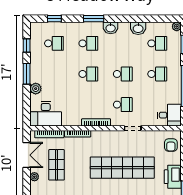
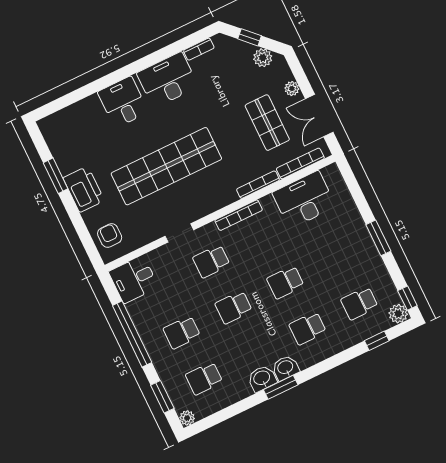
window: (94, 19) -> (281, 387), moved
washbasin: (138, 28) -> (262, 378), moved
window: (27, 46) -> (407, 298), moved
plant: (36, 89) -> (398, 314), moved
desk: (46, 114) -> (304, 200), moved

